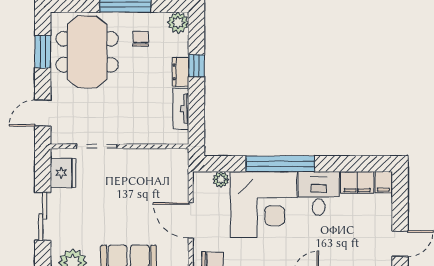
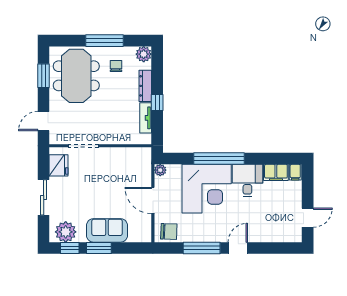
window: (196, 66) -> (157, 102), moved
dresser: (180, 72) -> (145, 86), width x1.44
plant: (221, 179) -> (160, 170), moved

